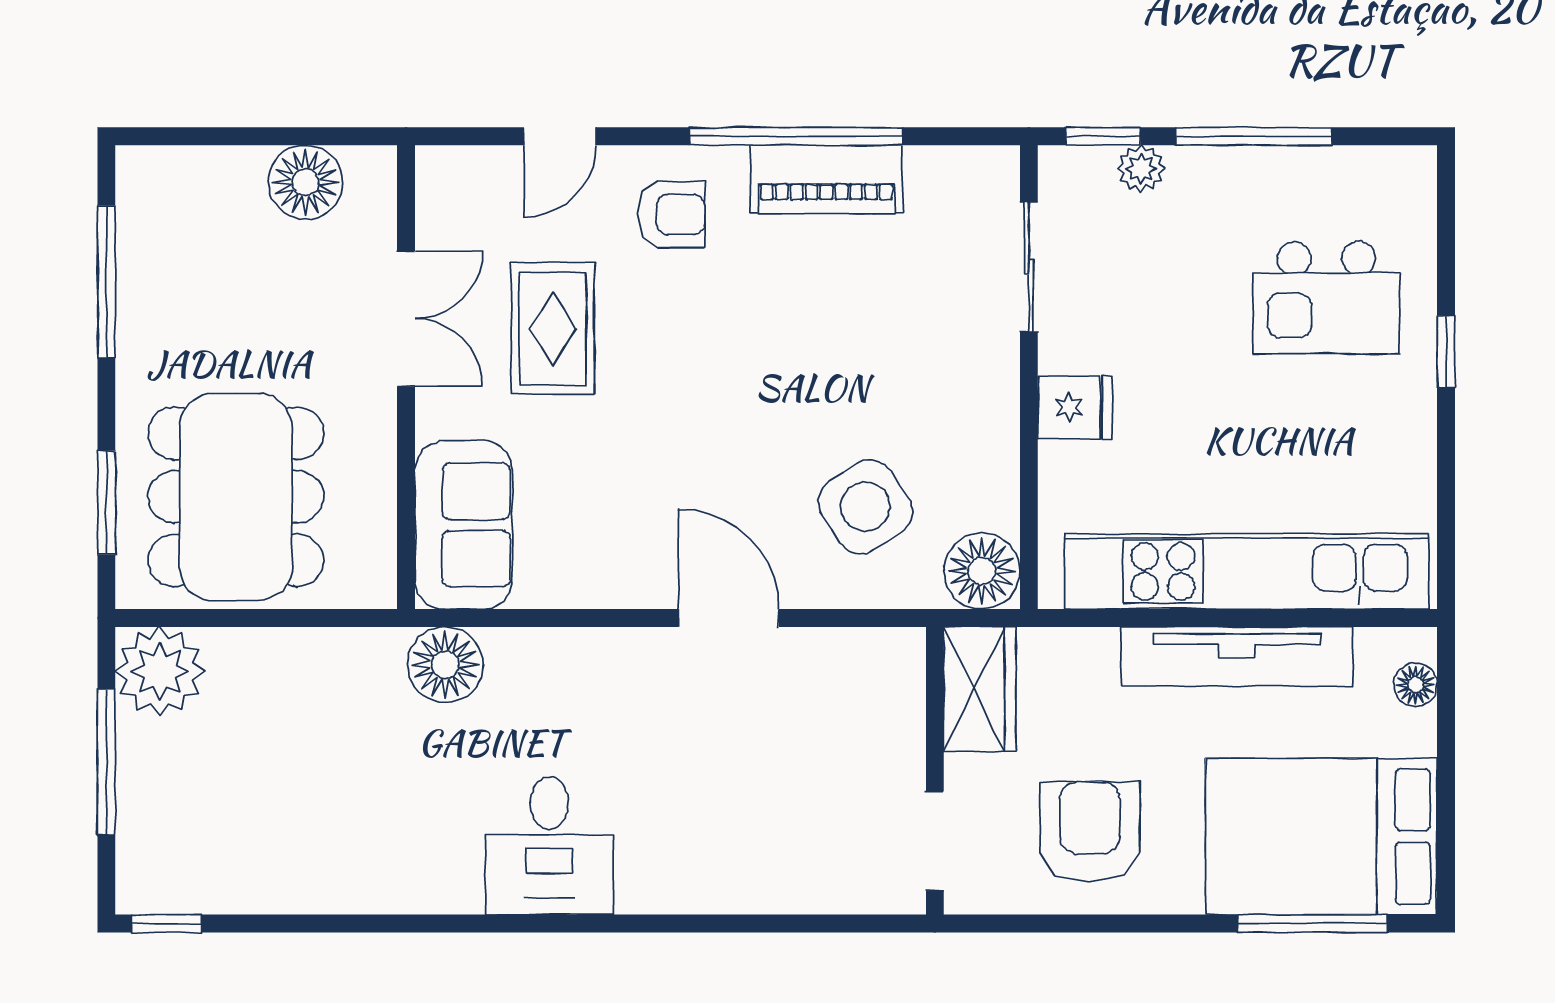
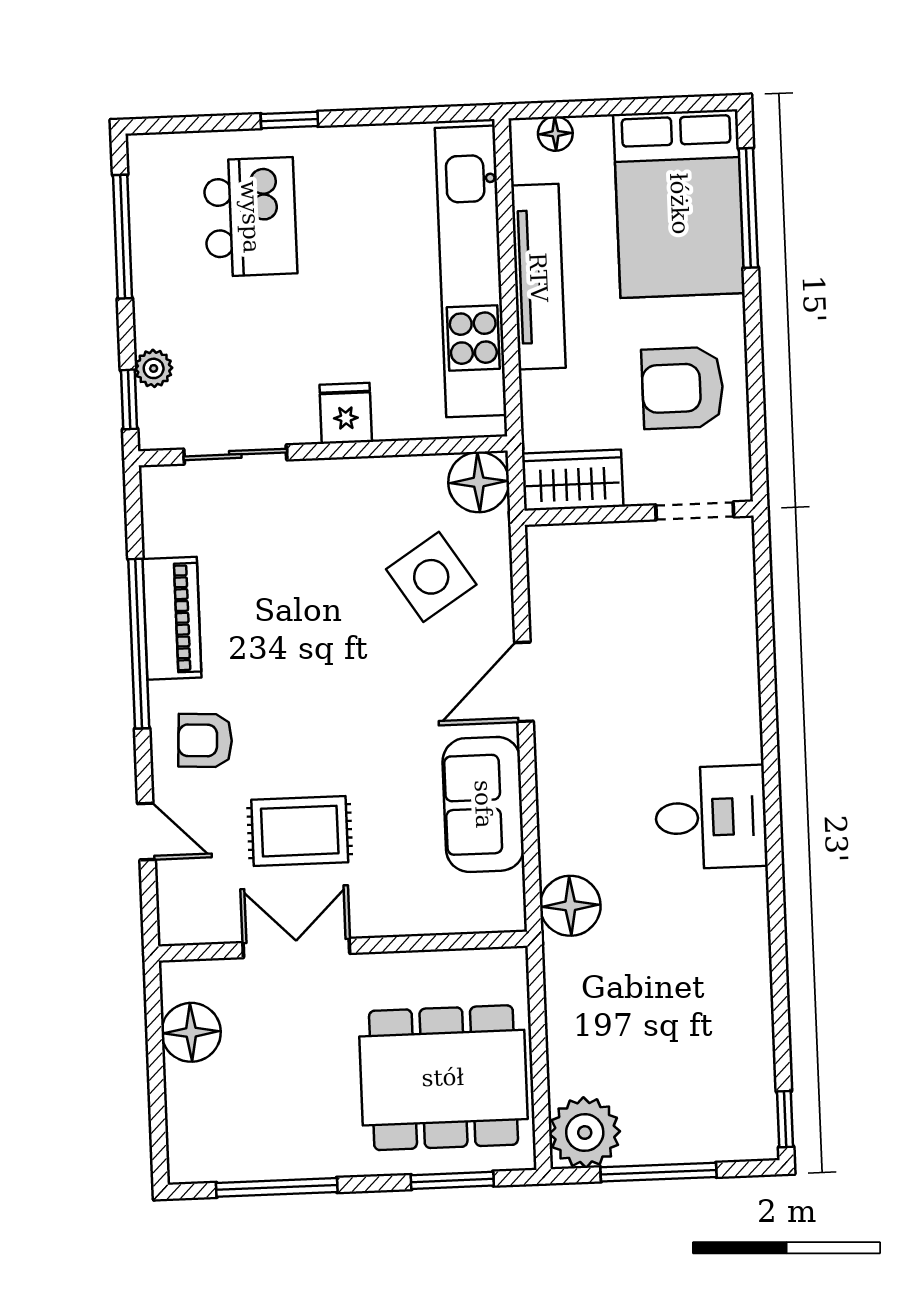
window: (1254, 136) -> (122, 237), moved
armchair: (671, 215) -> (205, 740), turned -87
sofa: (464, 525) -> (483, 804), moved, turned -90

